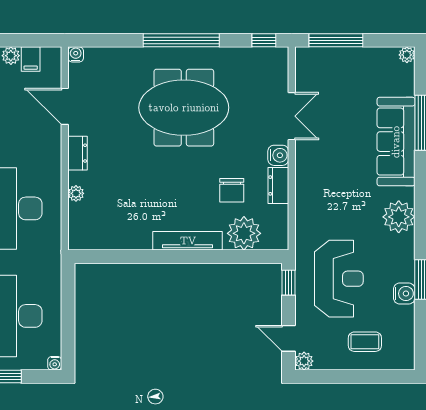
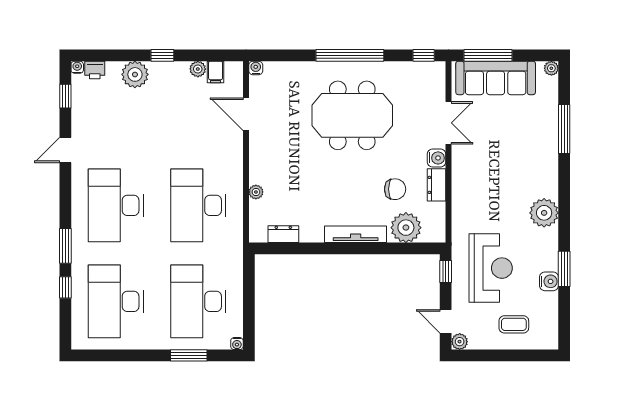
sofa: (396, 142) -> (496, 78), moved, turned -90
dresser: (78, 153) -> (283, 234), moved, turned -90
chair: (232, 190) -> (395, 189), turned -90

